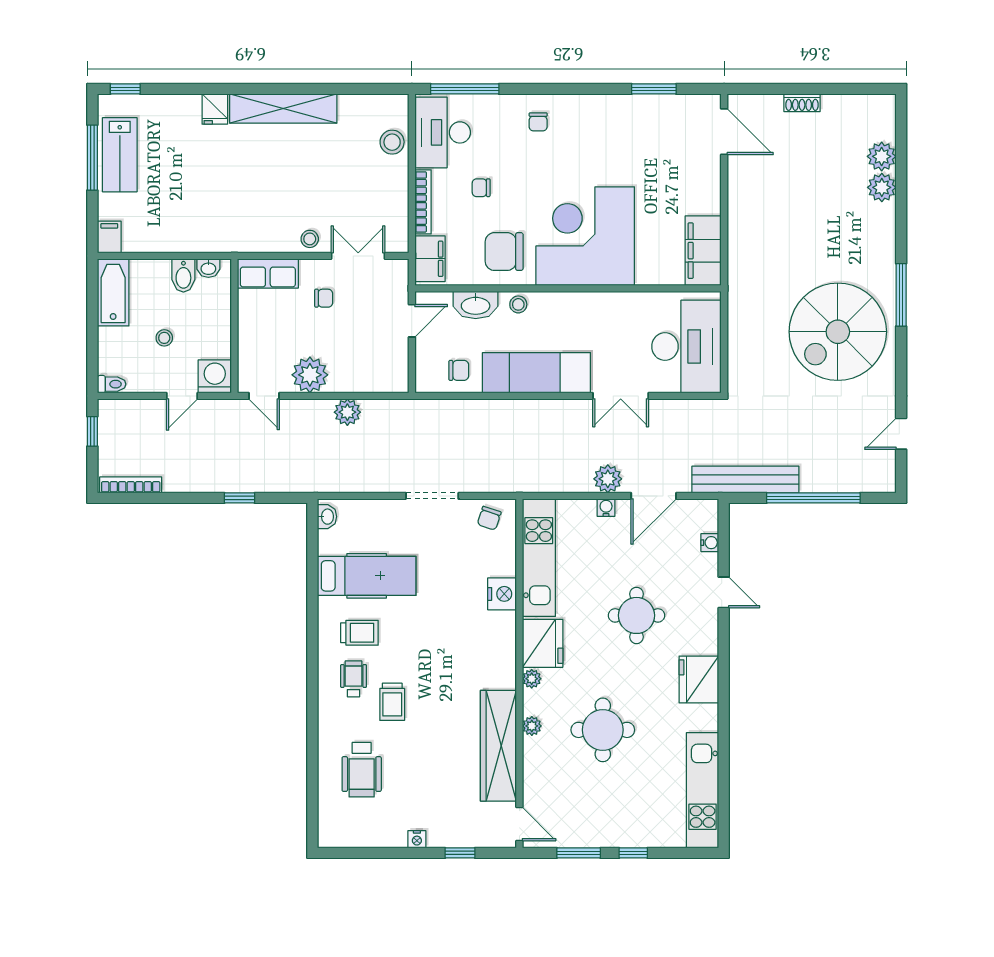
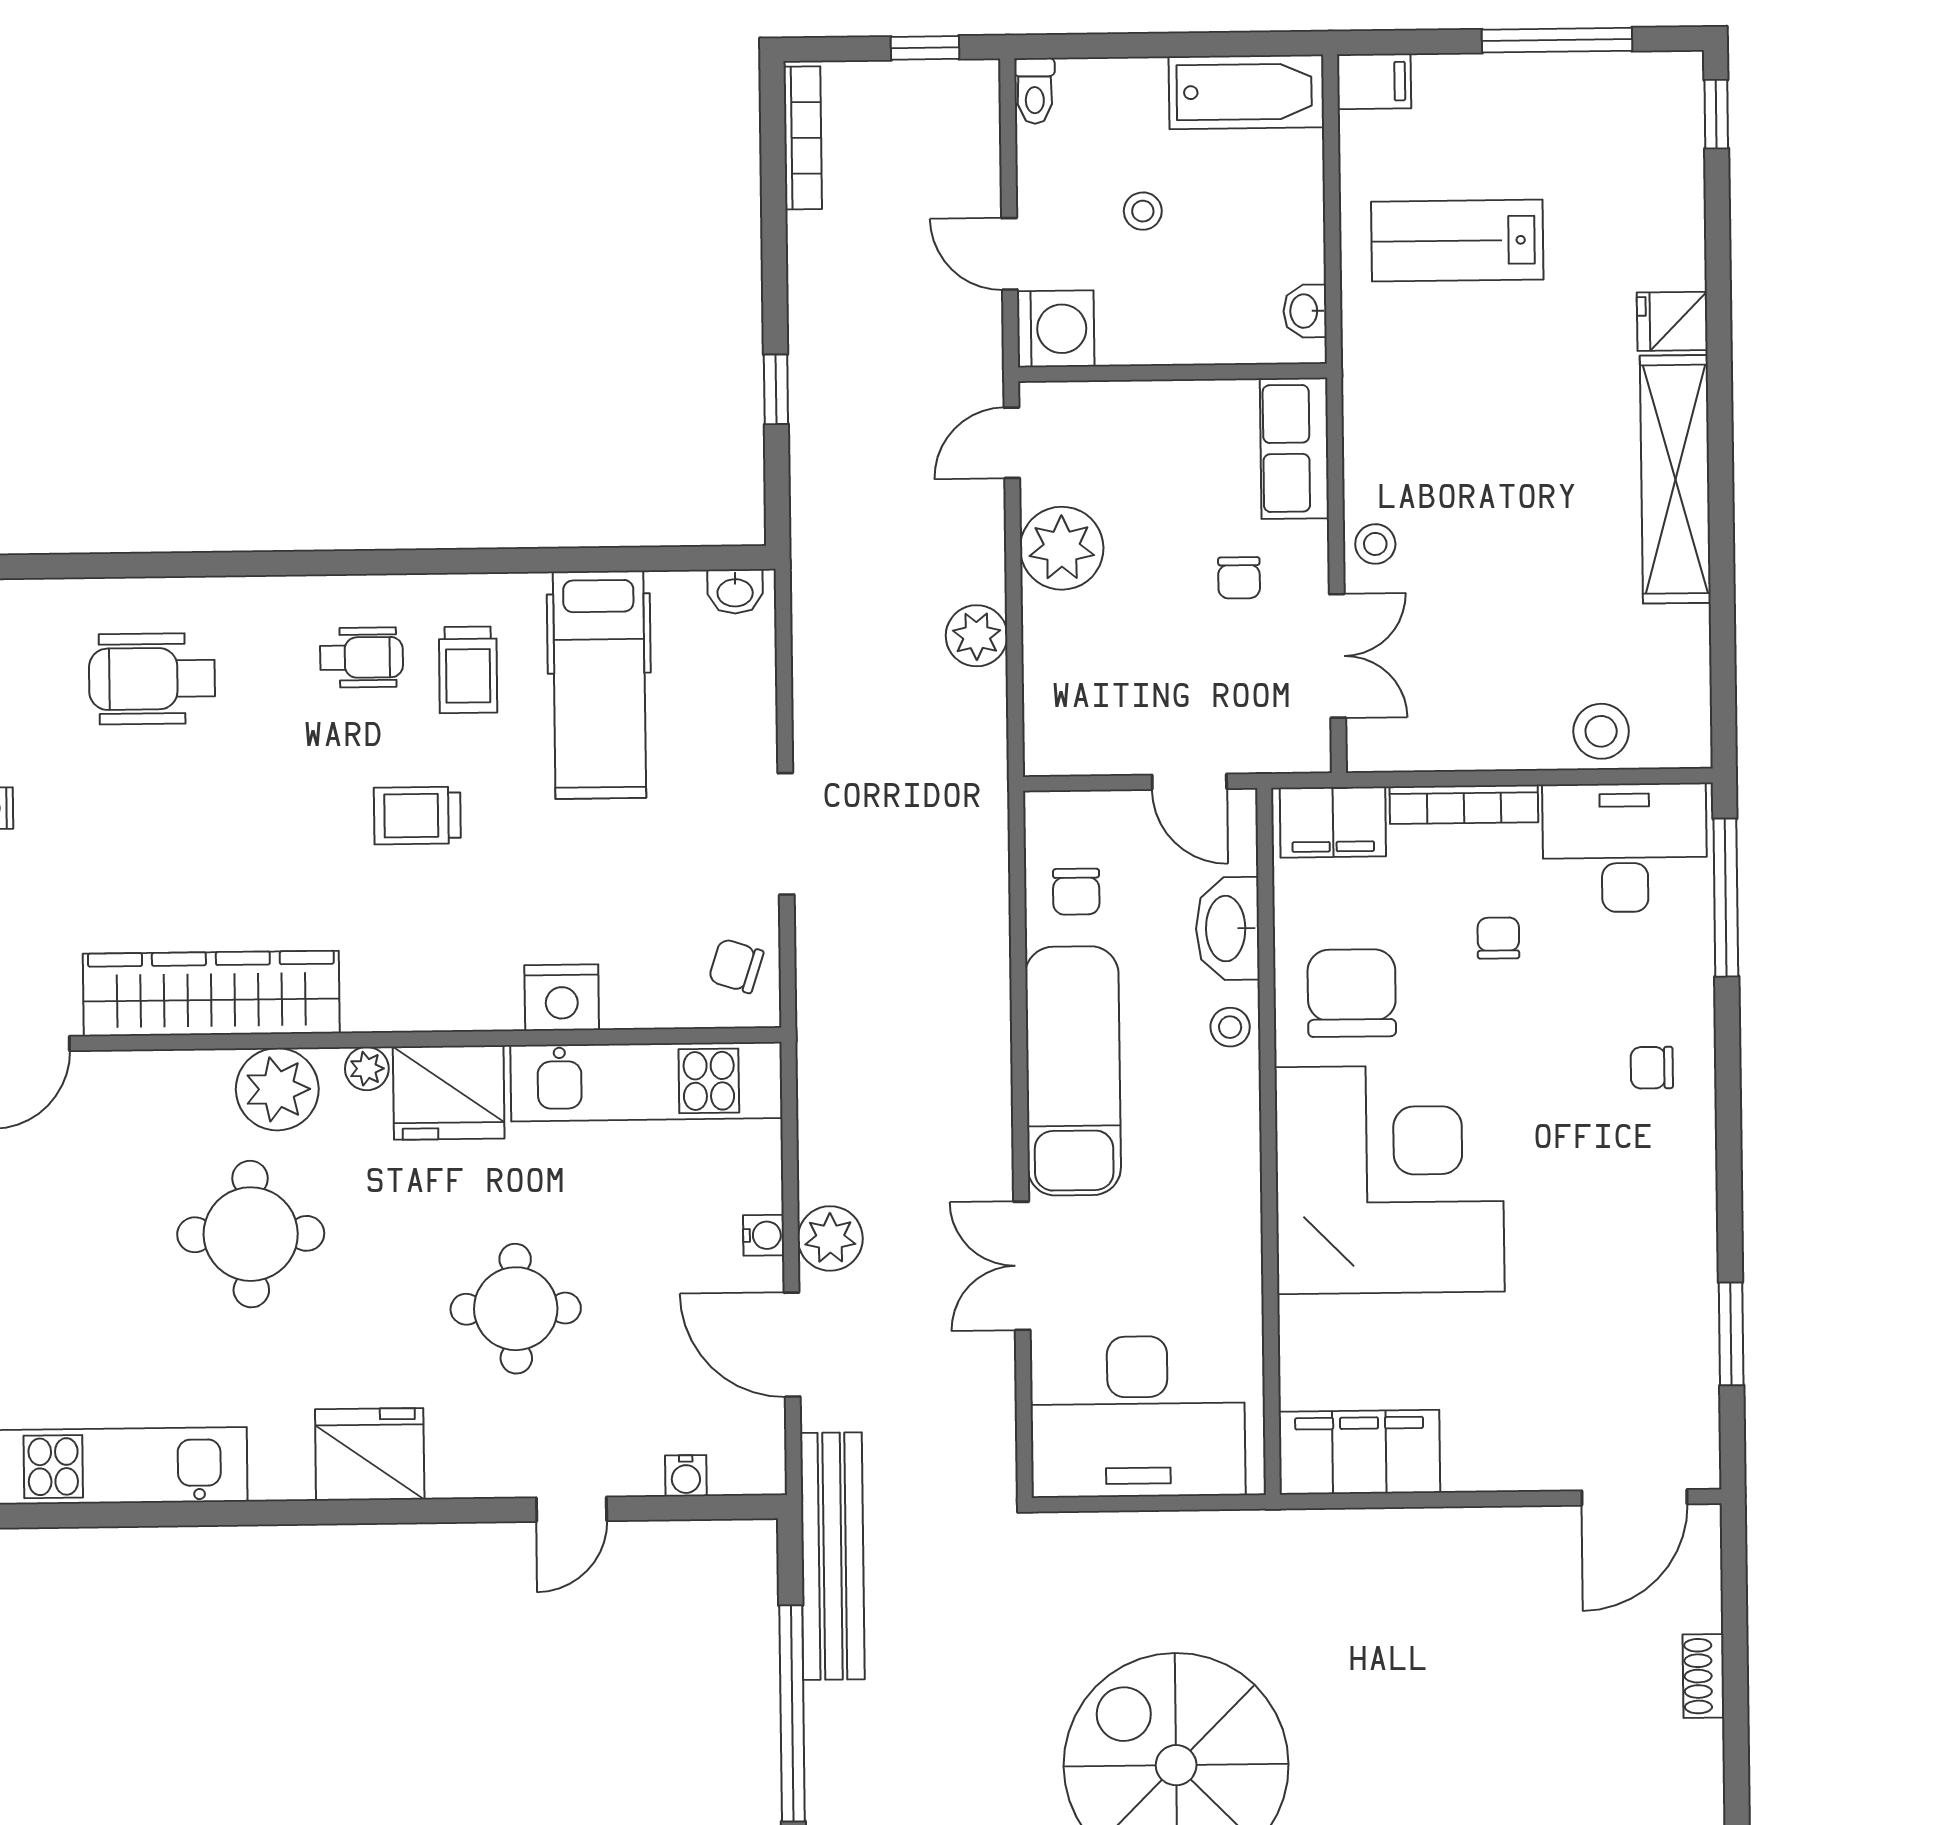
lab bench: (120, 155) -> (1457, 241), moved
bidet: (183, 276) -> (1287, 254), removed
trolley: (392, 702) -> (417, 816), moved
plant: (532, 726) -> (277, 1089), width x1.88, depth x1.88

